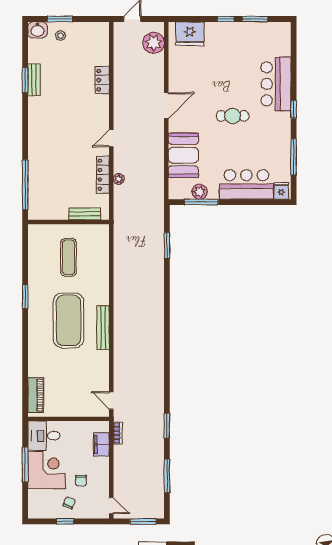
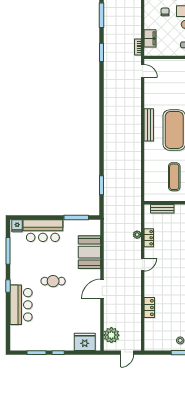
locker: (103, 175) -> (149, 238), width x0.66
plant: (200, 192) -> (77, 225), removed

